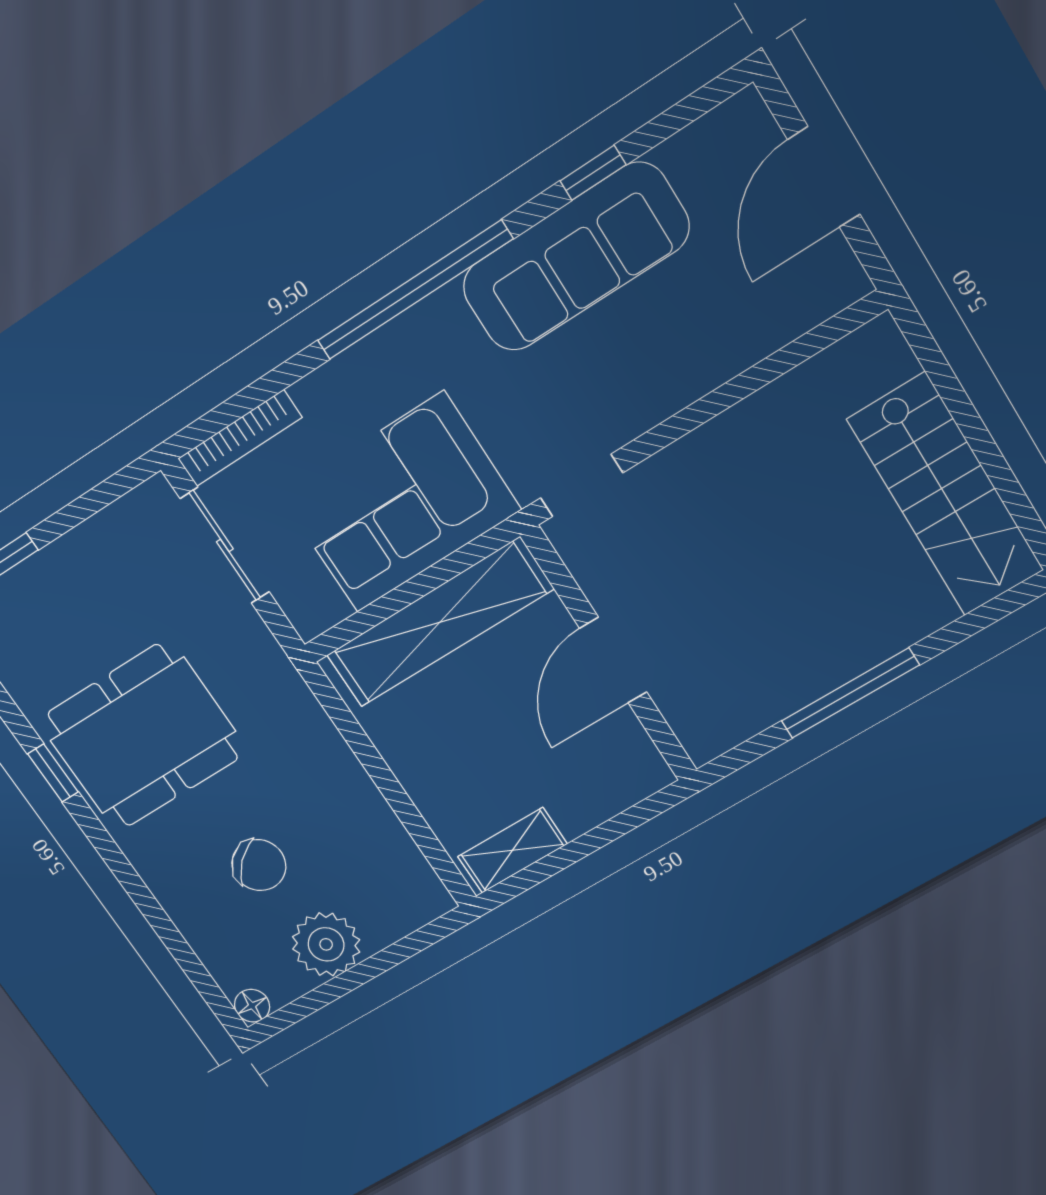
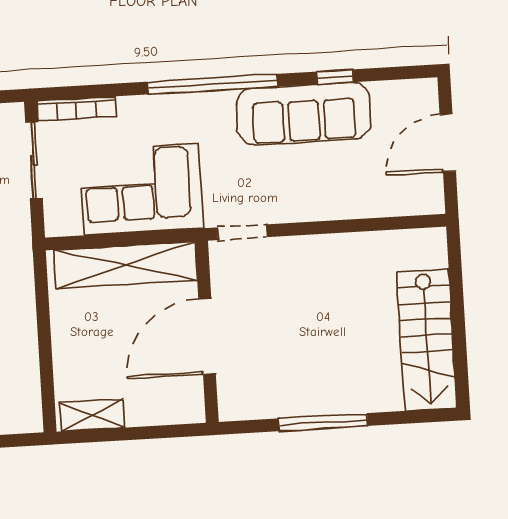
door: (613, 660) -> (207, 336), width x1.36

